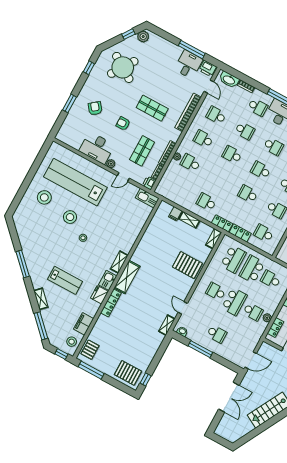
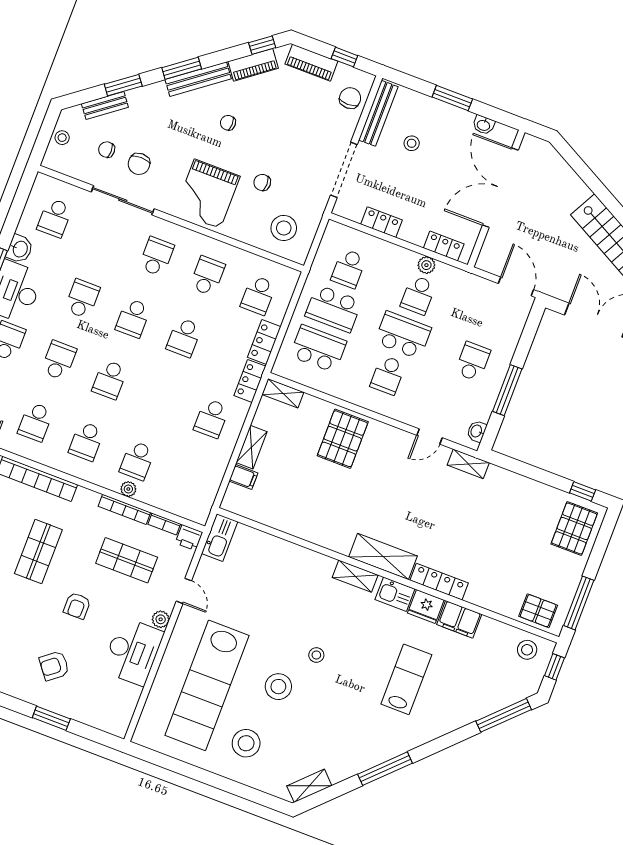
shelving: (41, 299) -> (309, 786), moved
school desk: (253, 312) -> (418, 295), turned 180
filing cabinet: (84, 324) -> (459, 619), moved

